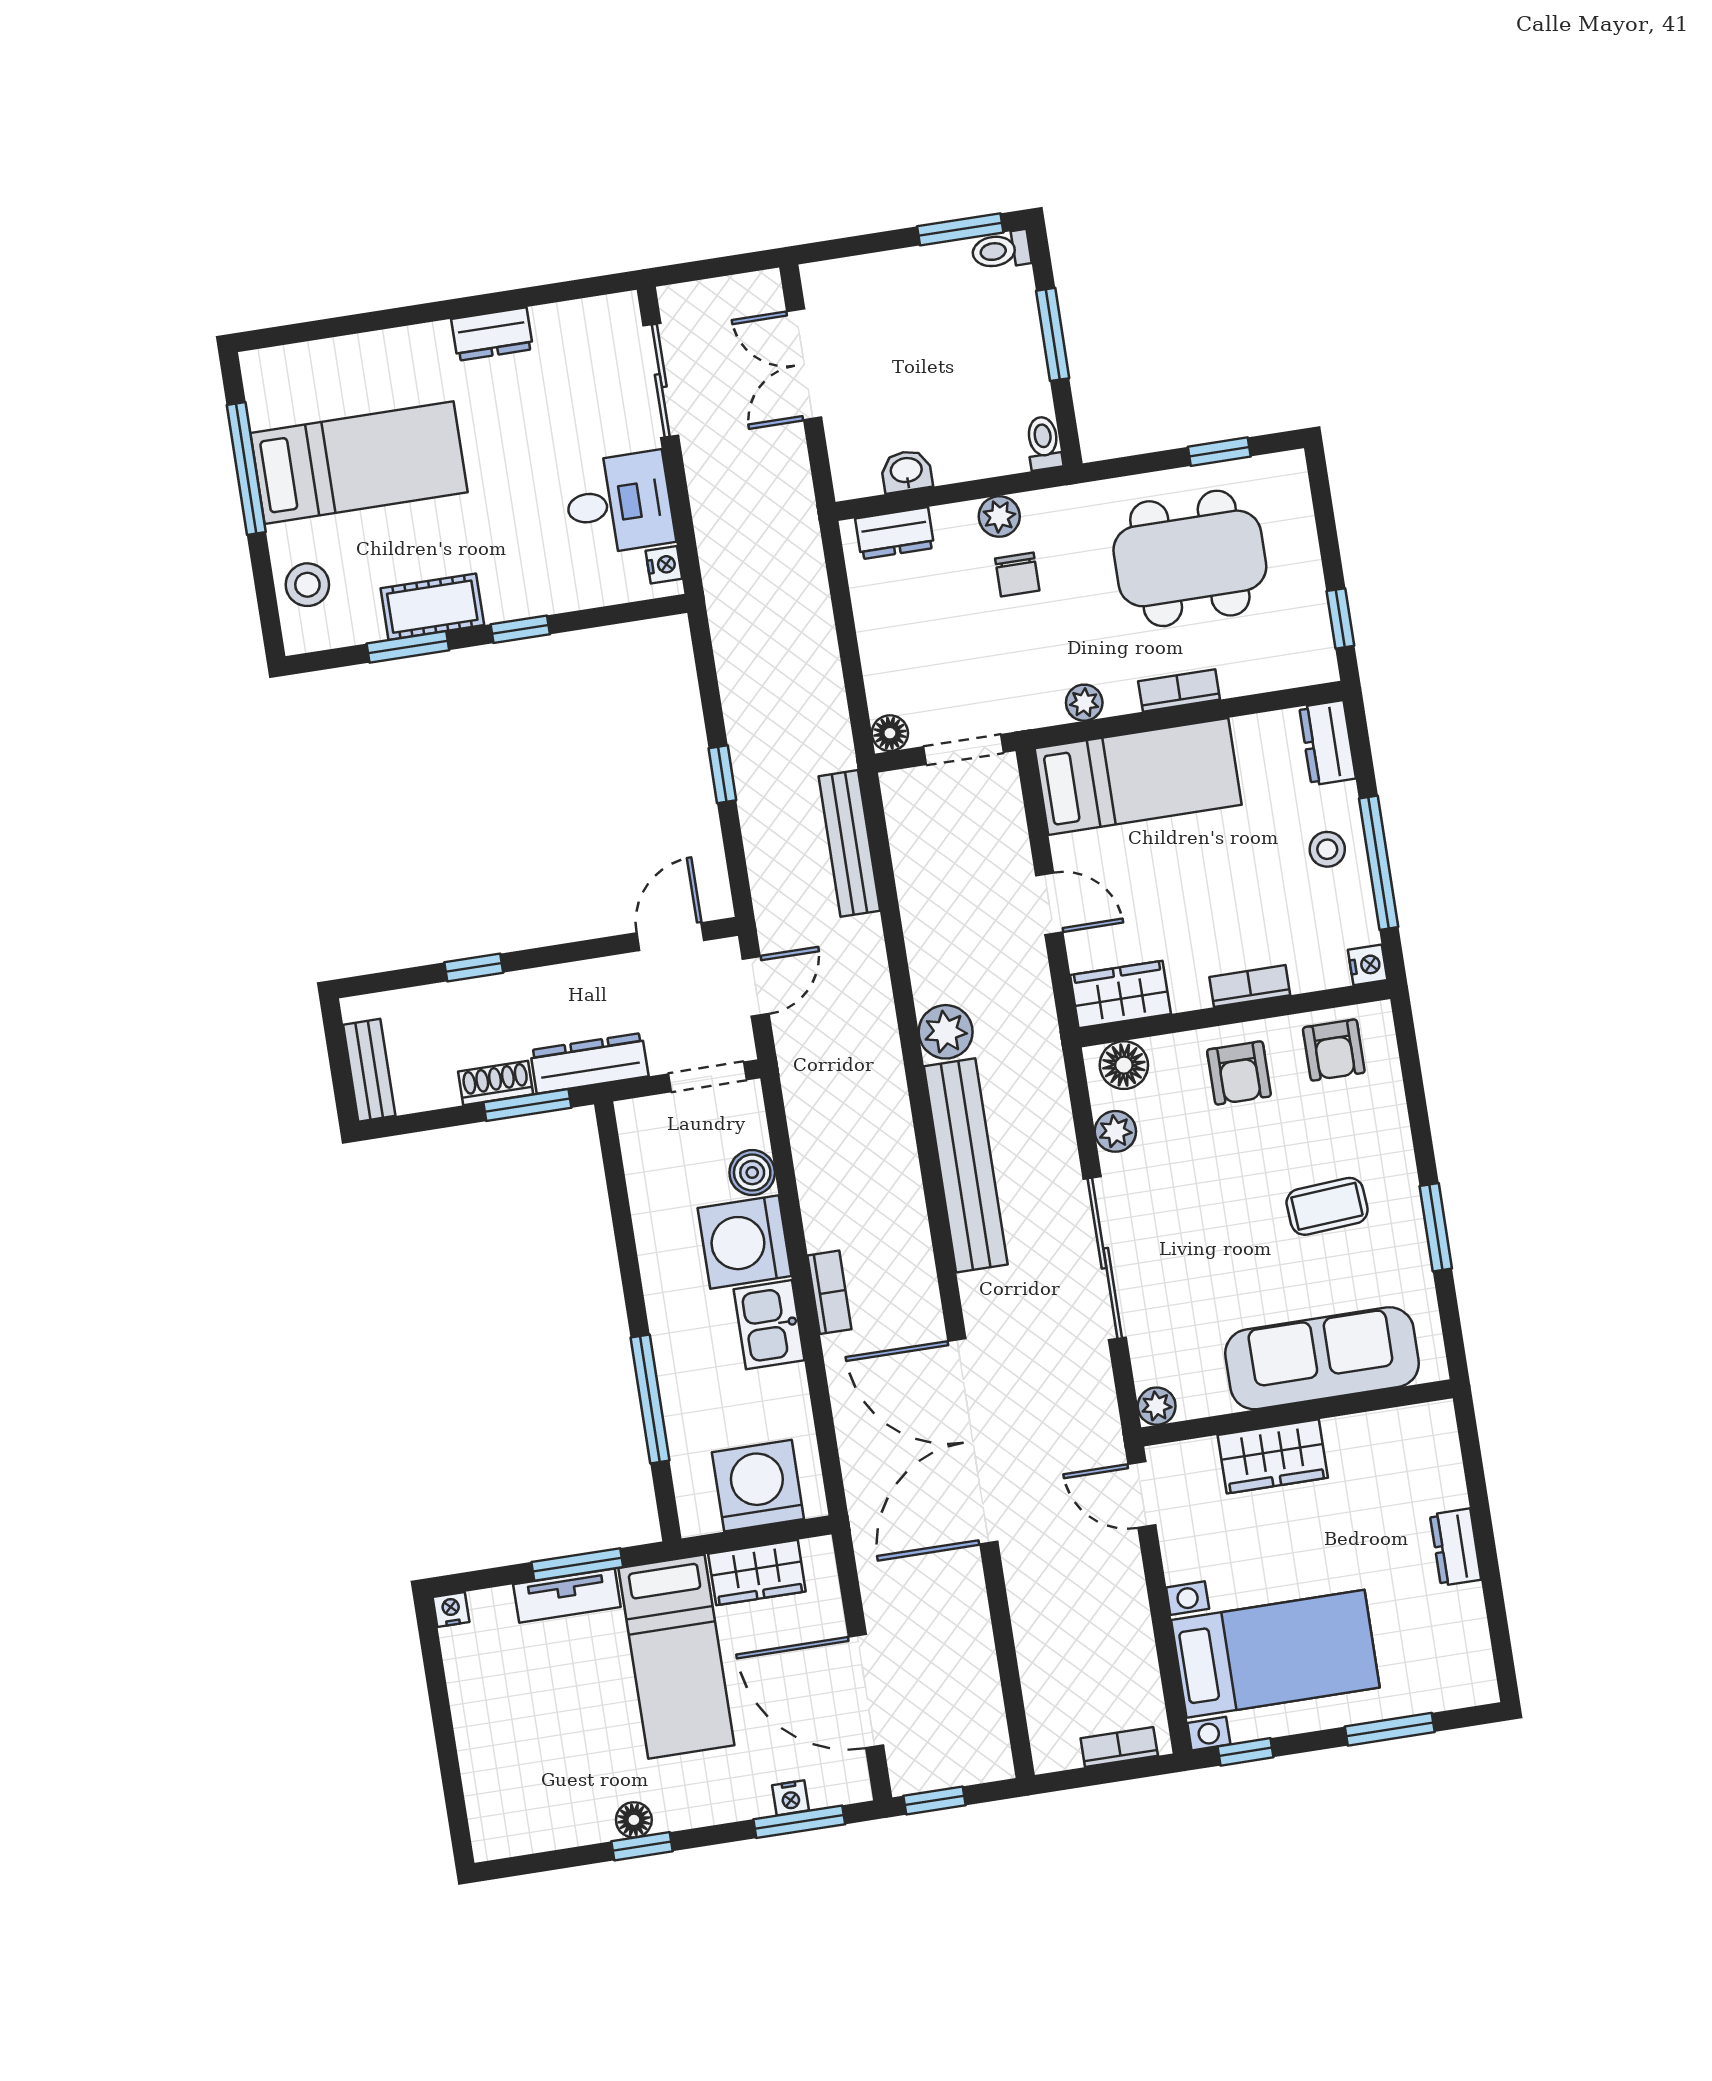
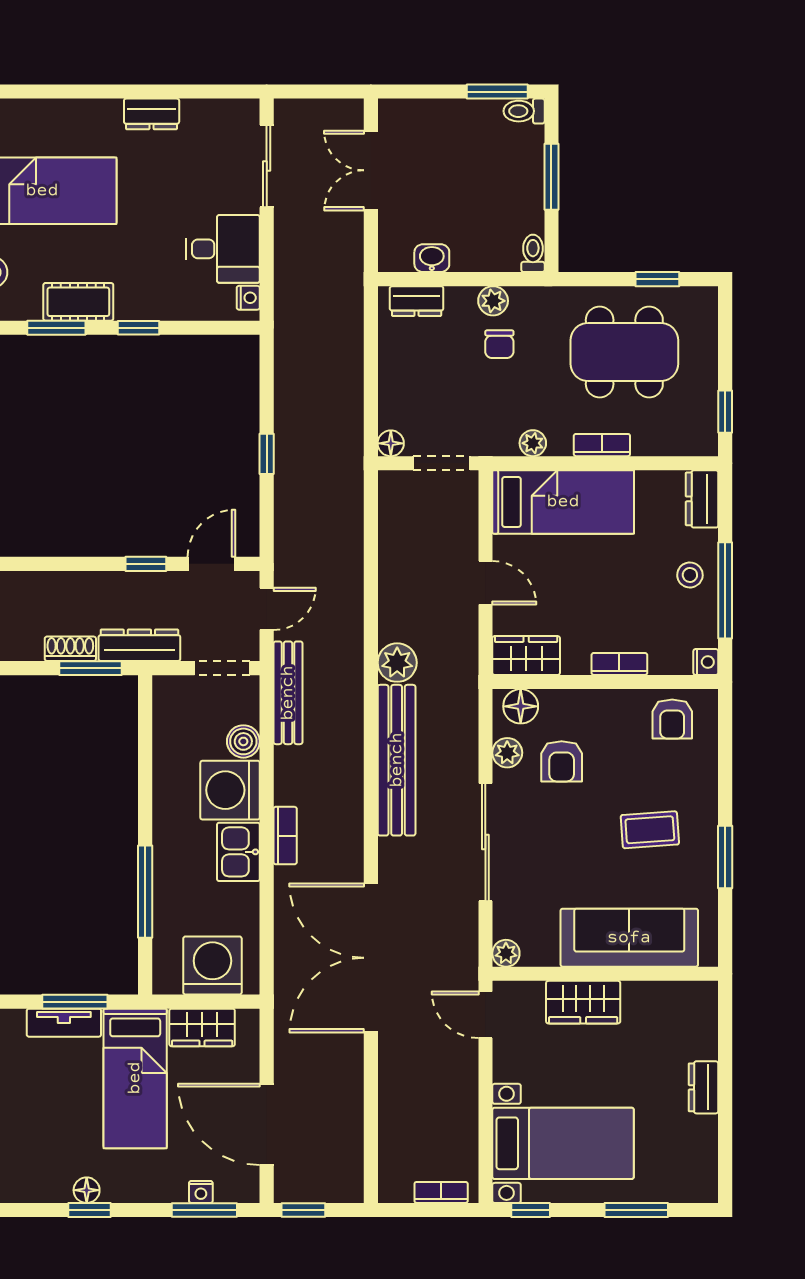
bench: (849, 843) -> (288, 693), moved
window: (474, 967) -> (146, 564), moved
armchair: (1239, 1073) -> (562, 761), moved

